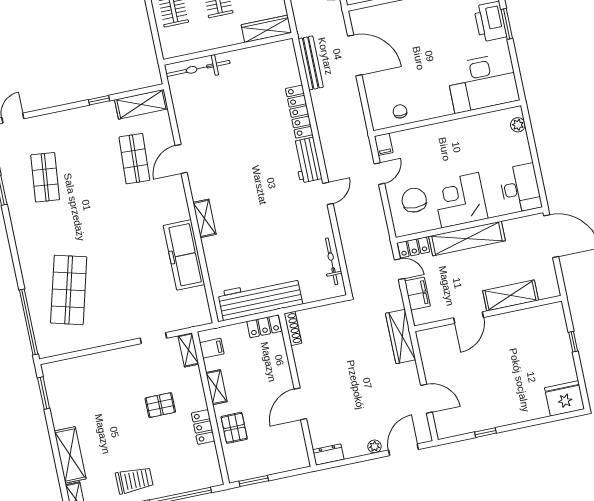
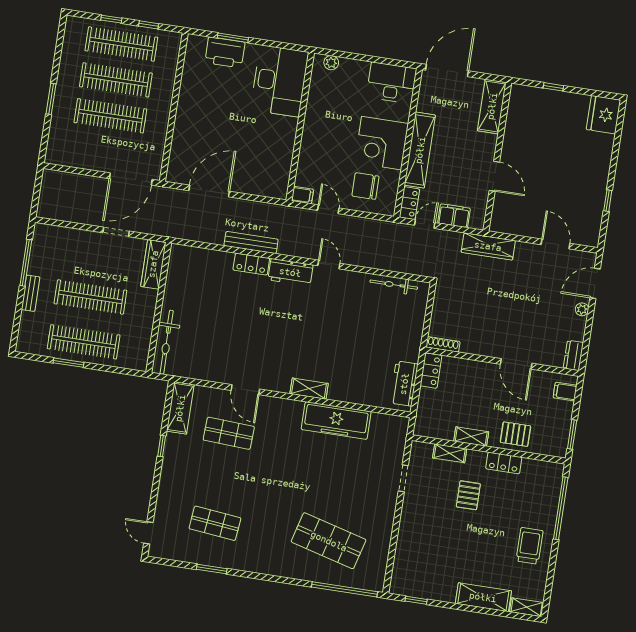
bench: (311, 63) -> (251, 243), moved
chair: (400, 111) -> (277, 168), removed
locker: (299, 112) -> (251, 264), width x0.66
shelving: (511, 295) -> (492, 106), moved
workbench: (260, 298) -> (404, 384), width x0.53, depth x0.76
filing cabinet: (212, 348) -> (565, 392), moved, turned -90
shelving: (188, 350) -> (450, 453), moved
window: (44, 393) -> (416, 600), width x0.67
door: (426, 399) -> (555, 244), hinge flipped
door: (403, 450) -> (595, 283), hinge flipped

